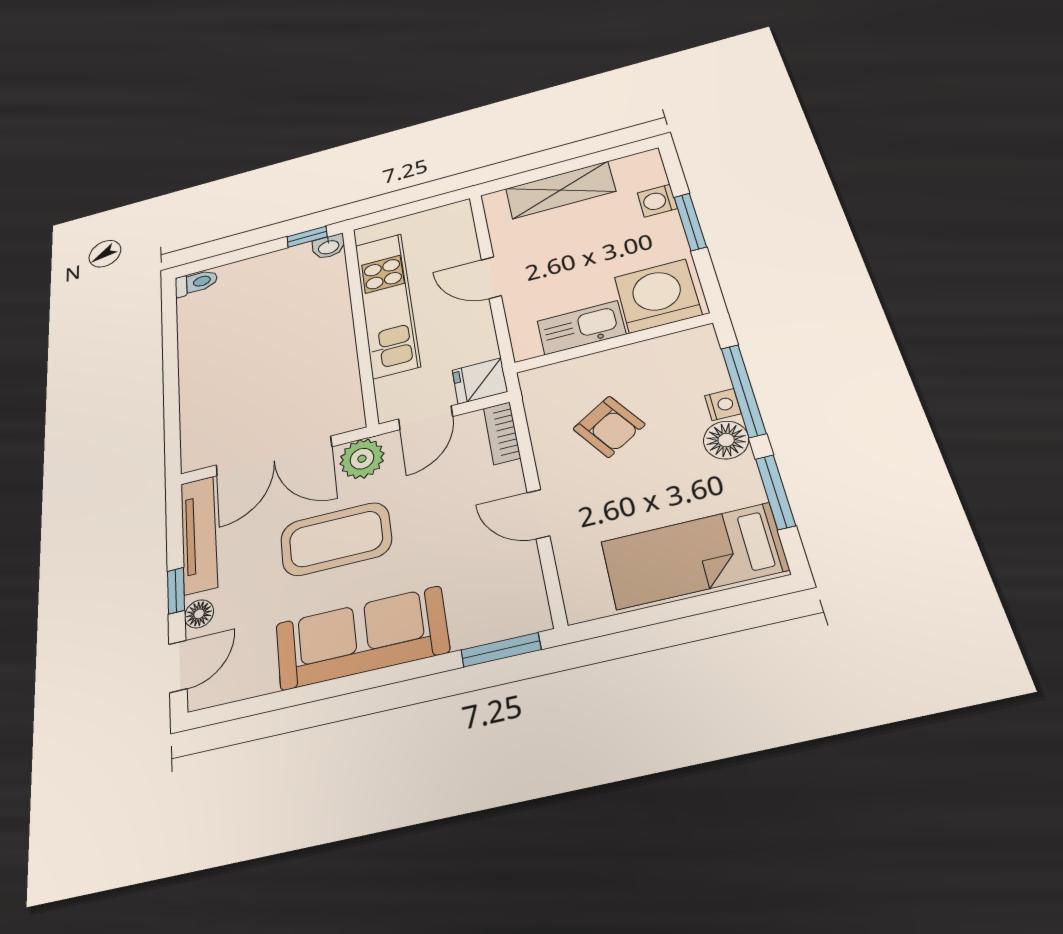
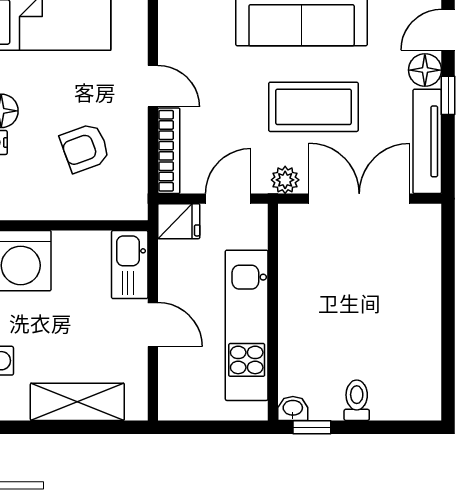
toilet: (196, 283) -> (357, 400), moved, turned 90
kitchen sink: (581, 328) -> (130, 265), moved, turned 90
armchair: (609, 427) -> (85, 148), turned -77
bookcase: (502, 433) -> (169, 151), width x1.56
plant: (362, 459) -> (285, 180), width x0.73, depth x0.73
floor lamp: (199, 614) -> (425, 70), width x1.37, depth x1.37

